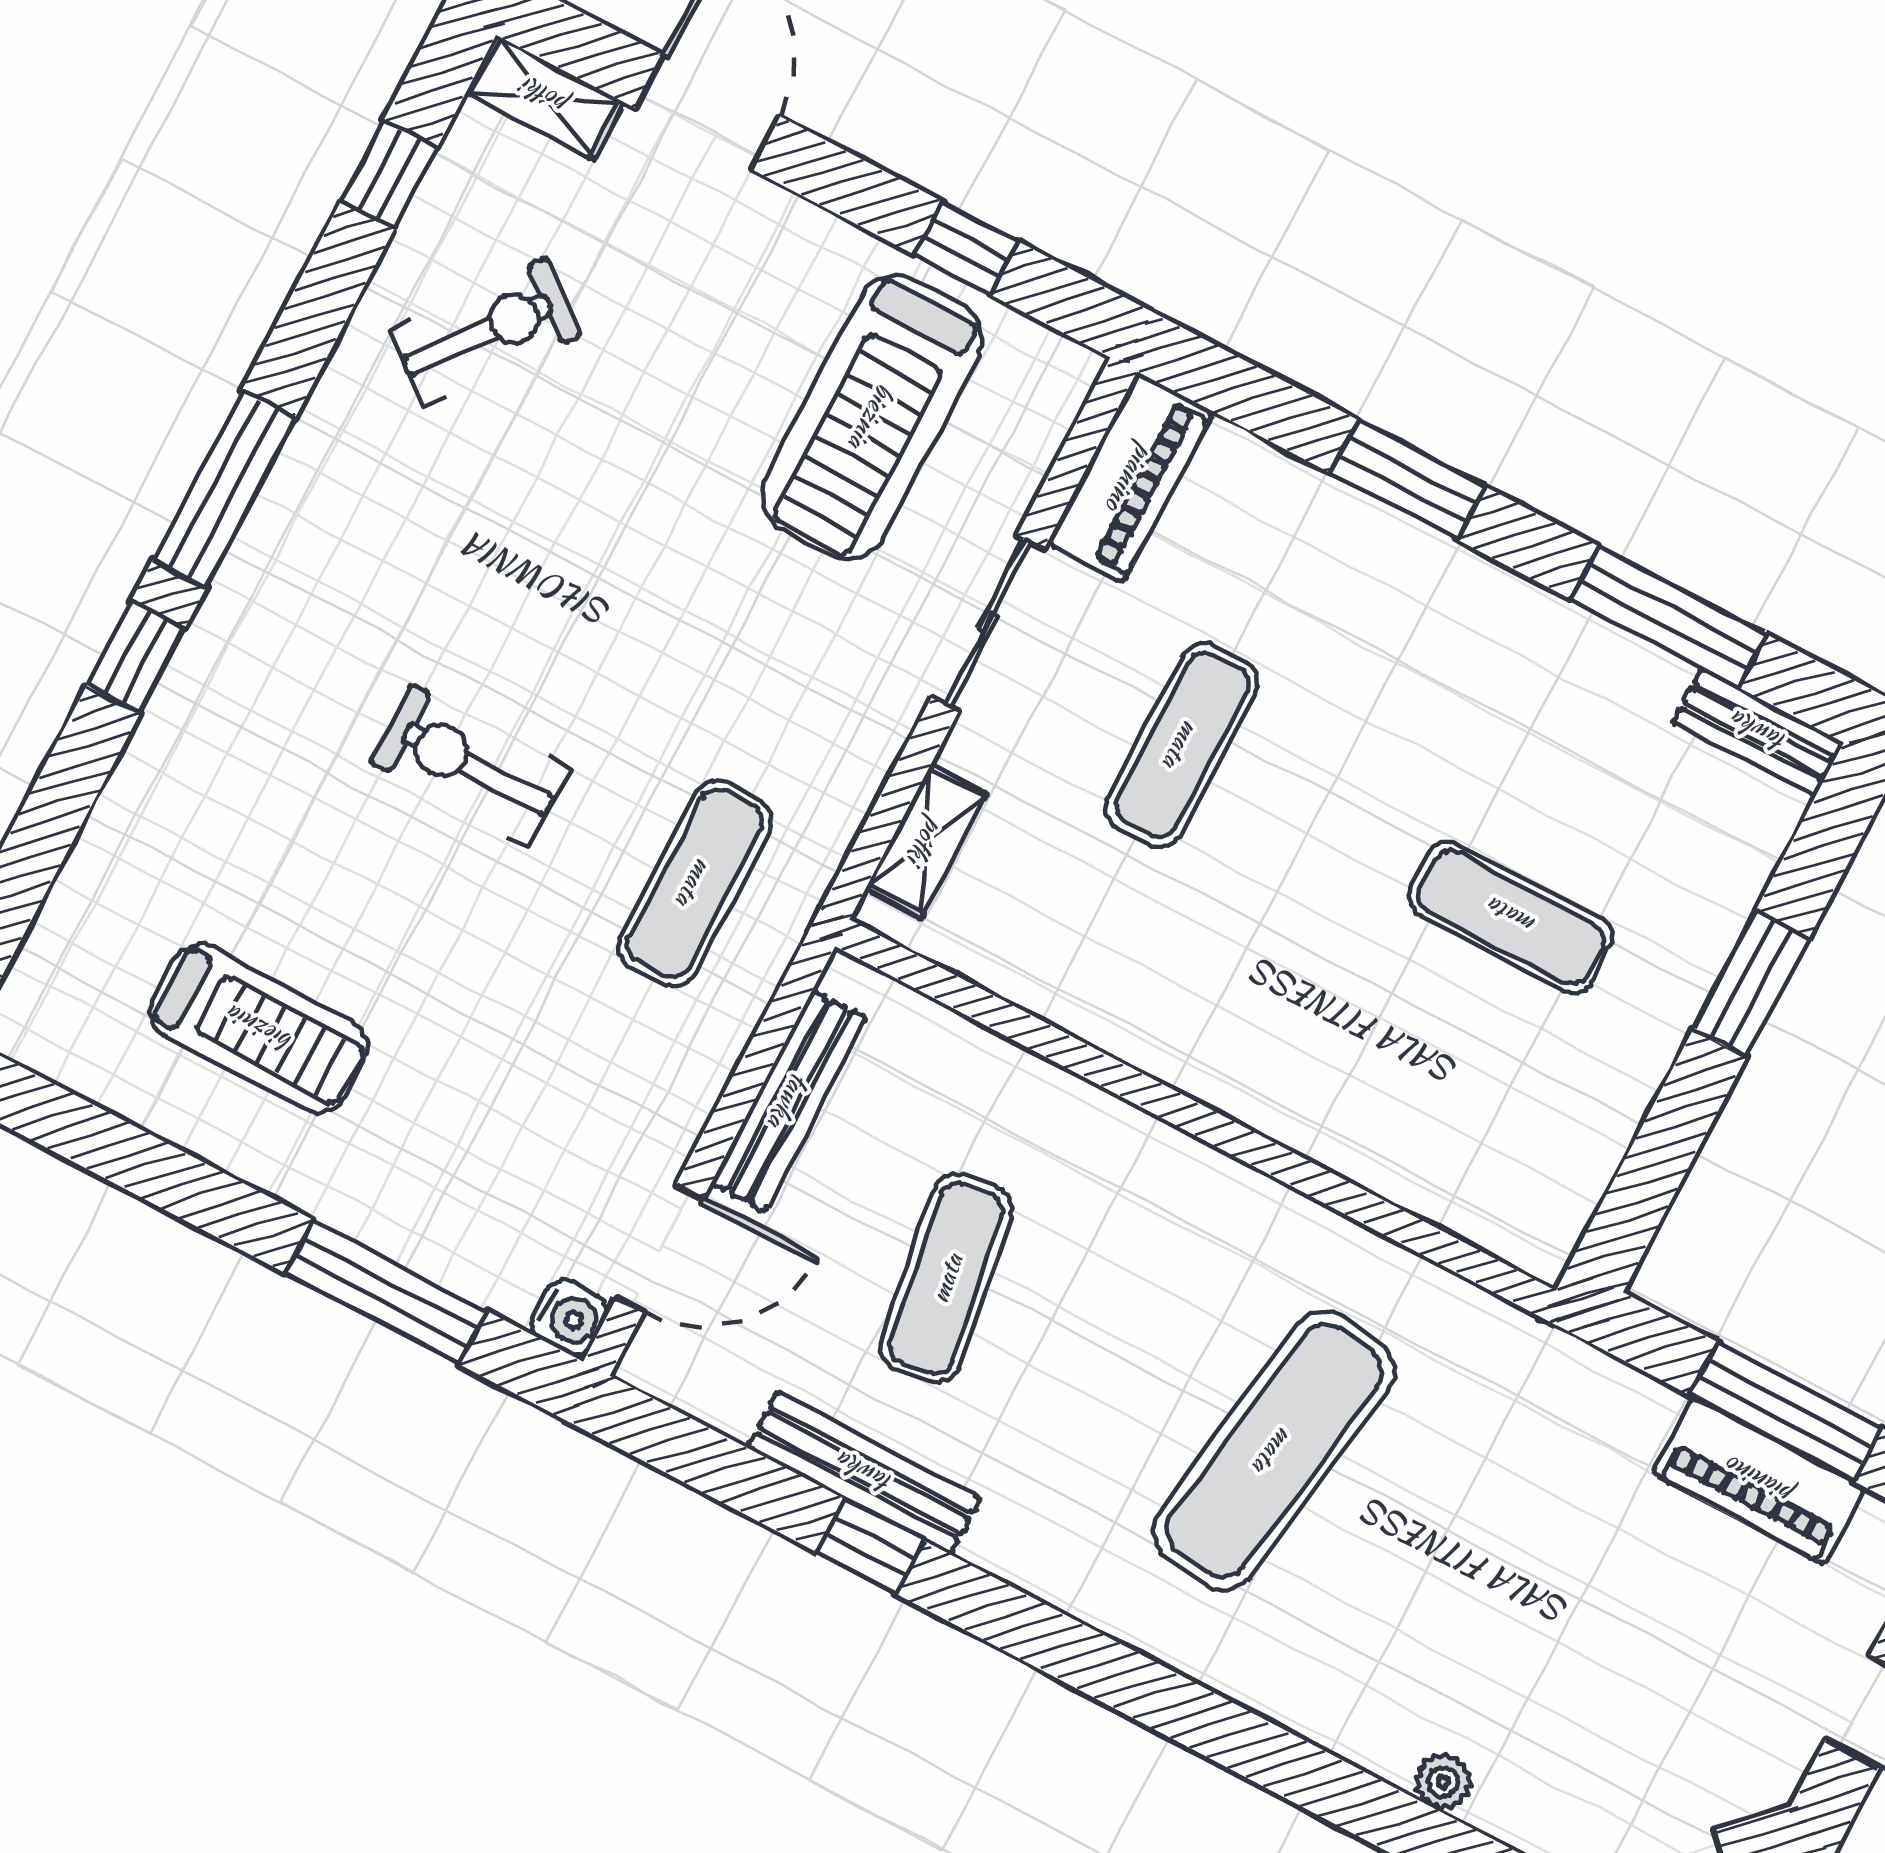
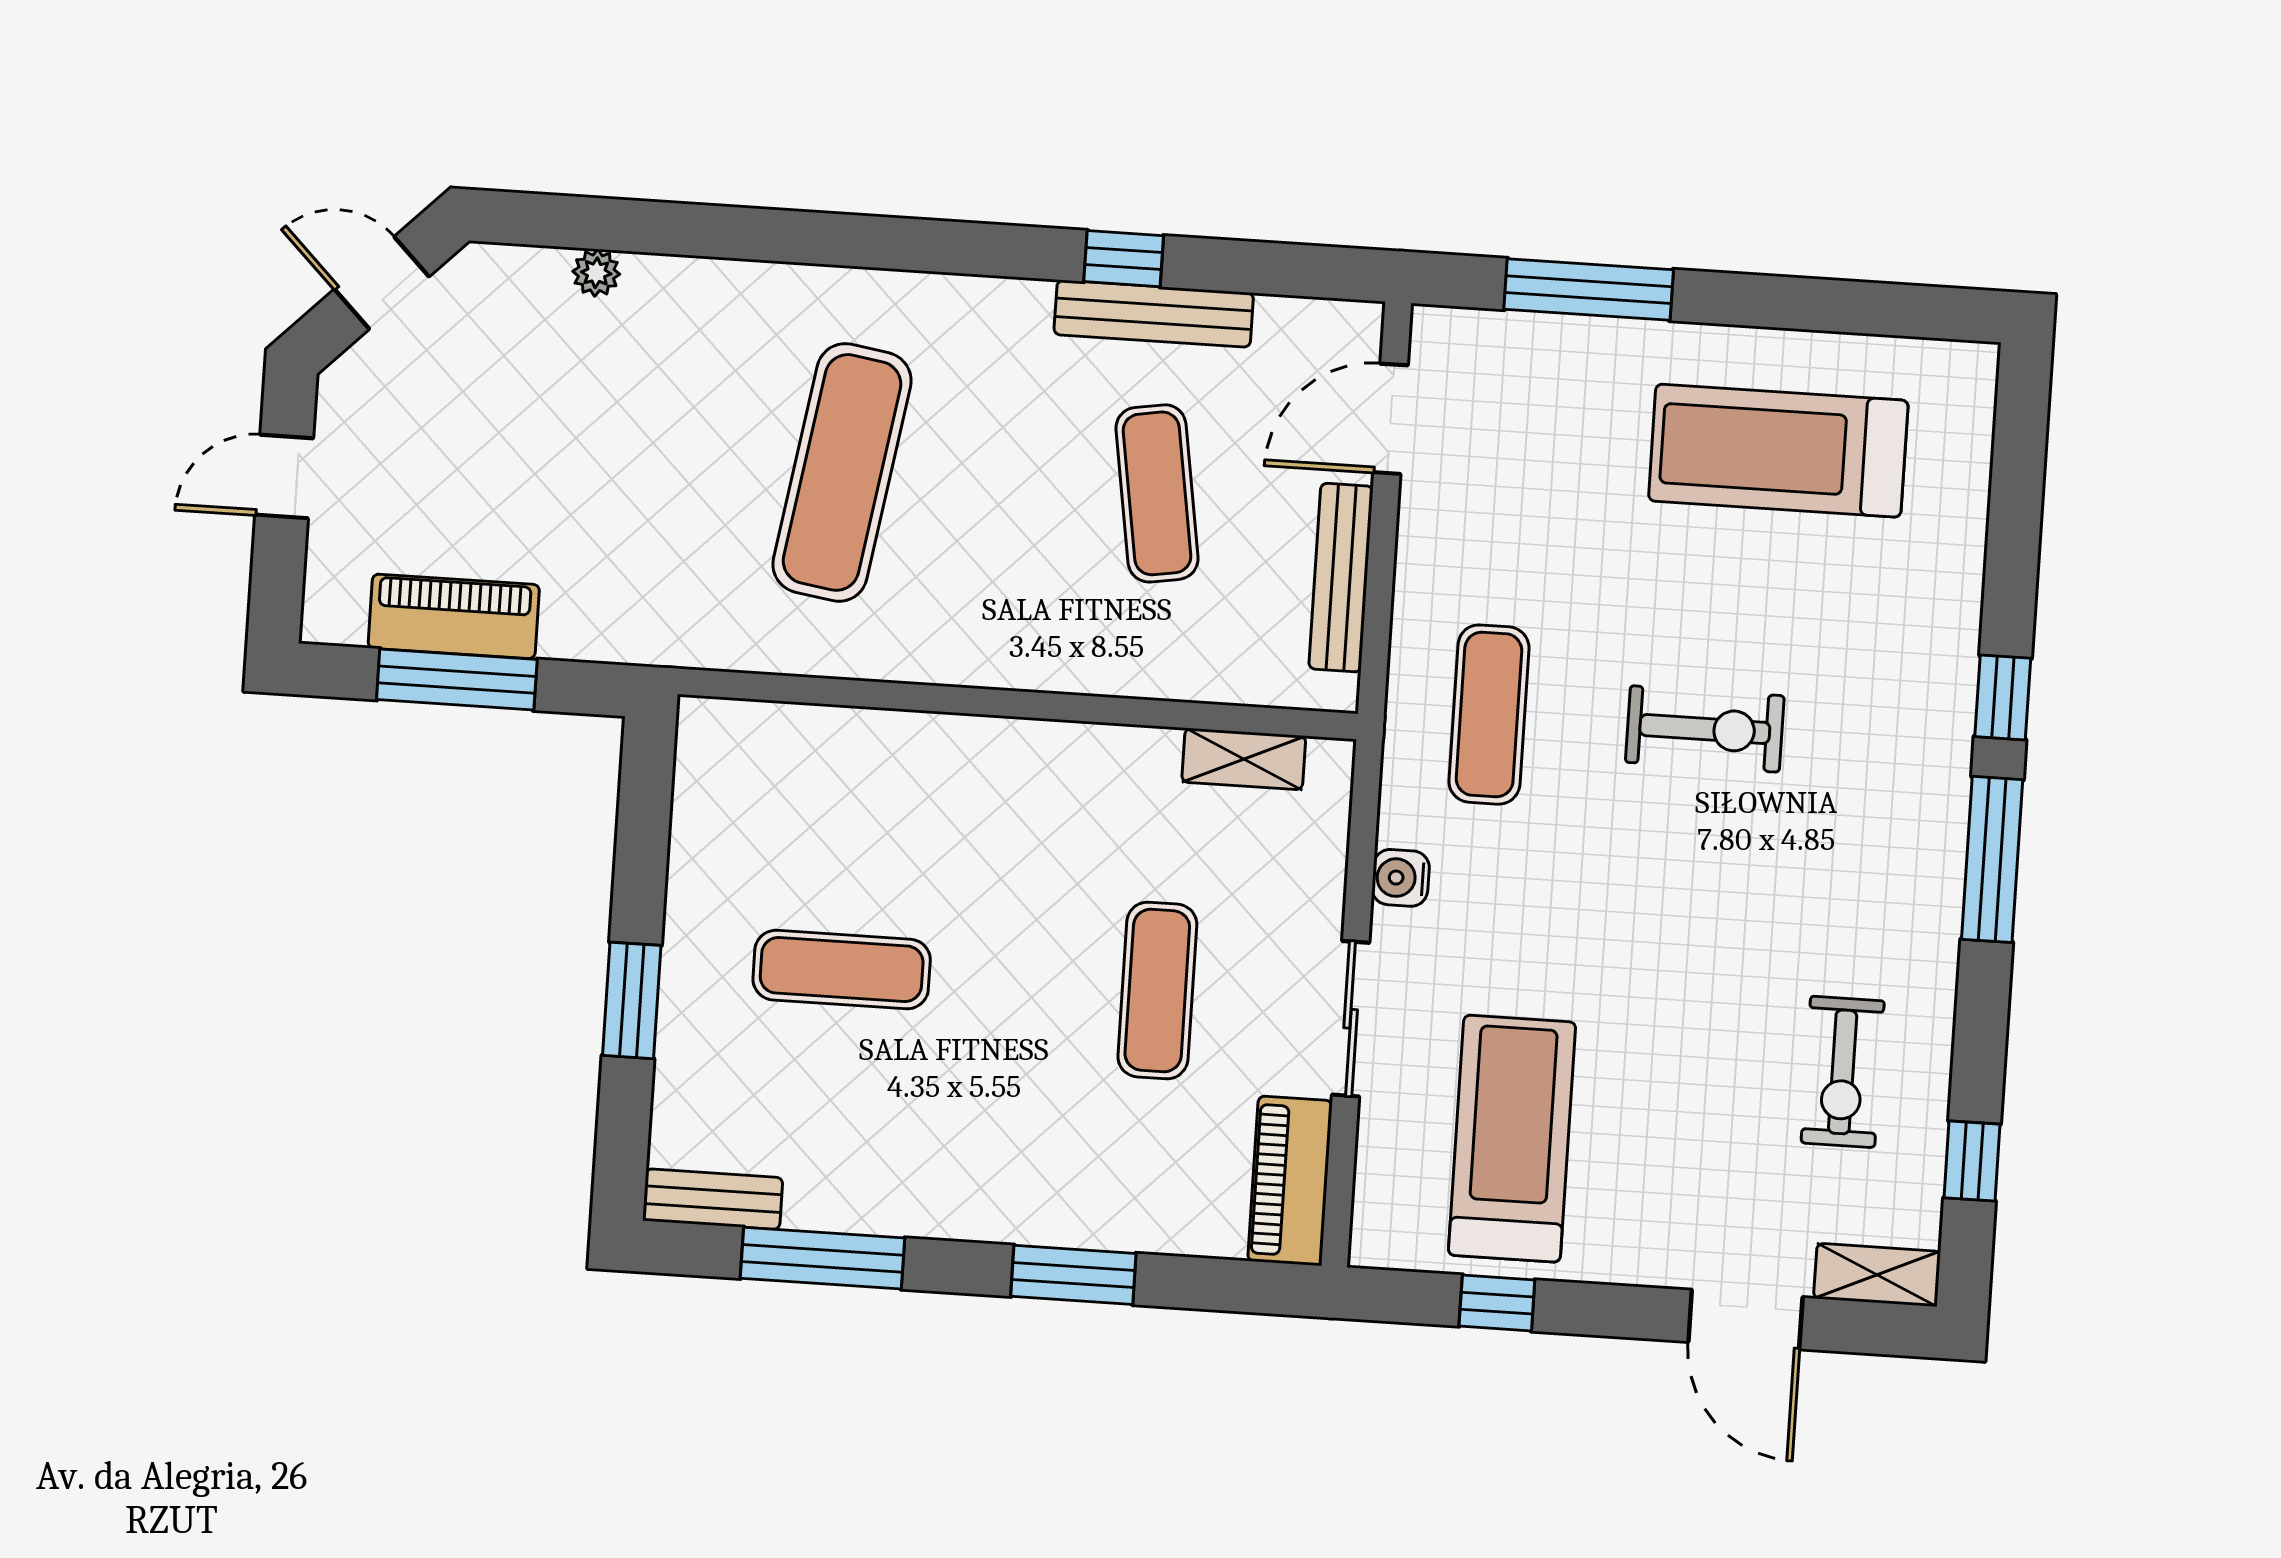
exercise bike: (485, 332) -> (1843, 1072), turned -38
shelving: (926, 841) -> (1244, 759), moved, turned 90
treadmill: (259, 1029) -> (1778, 451), width x1.37, depth x1.38
water cooler: (569, 1318) -> (1401, 878), moved

